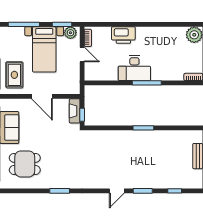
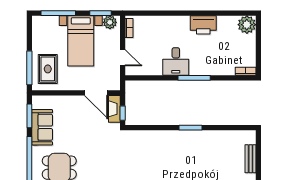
printer: (123, 35) -> (203, 25), moved
door: (82, 55) -> (123, 58), moved
desk: (134, 68) -> (176, 61), width x0.73
door: (42, 96) -> (96, 93), moved

